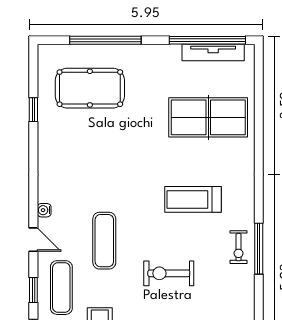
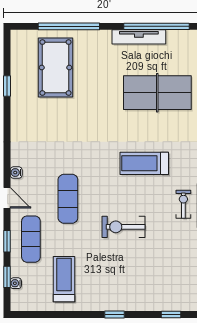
tv unit: (213, 53) -> (139, 37), moved
pool table: (90, 88) -> (55, 68), turned 90
exercise bike: (239, 247) -> (183, 204), turned 180

